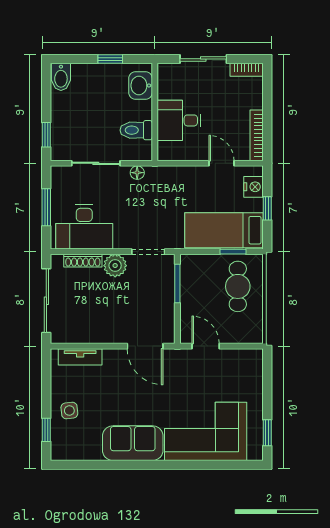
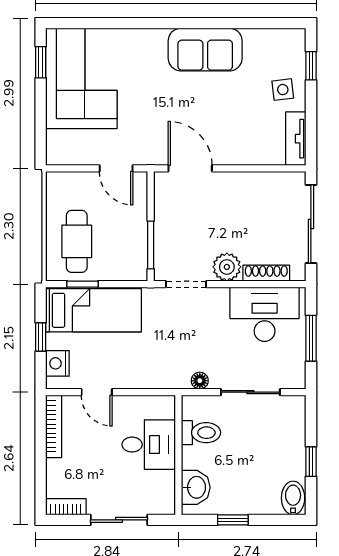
window: (46, 135) -> (311, 462), moved
tv unit: (80, 357) -> (296, 139), moved, turned -90
corner sofa: (206, 431) -> (81, 78), moved, turned -90

